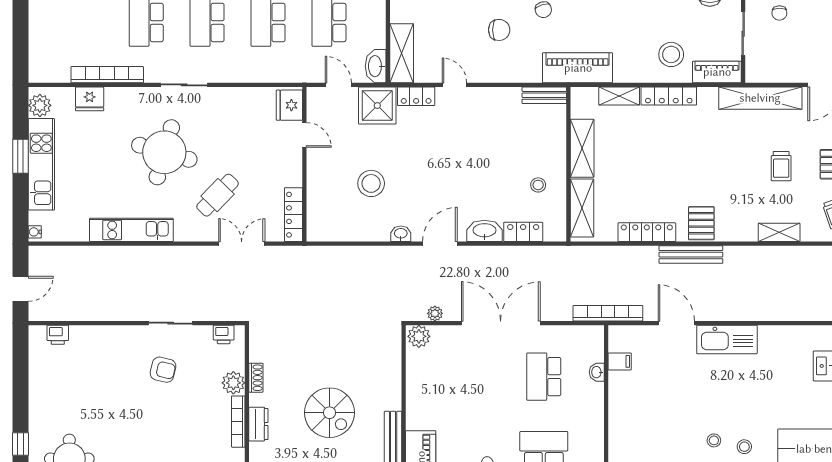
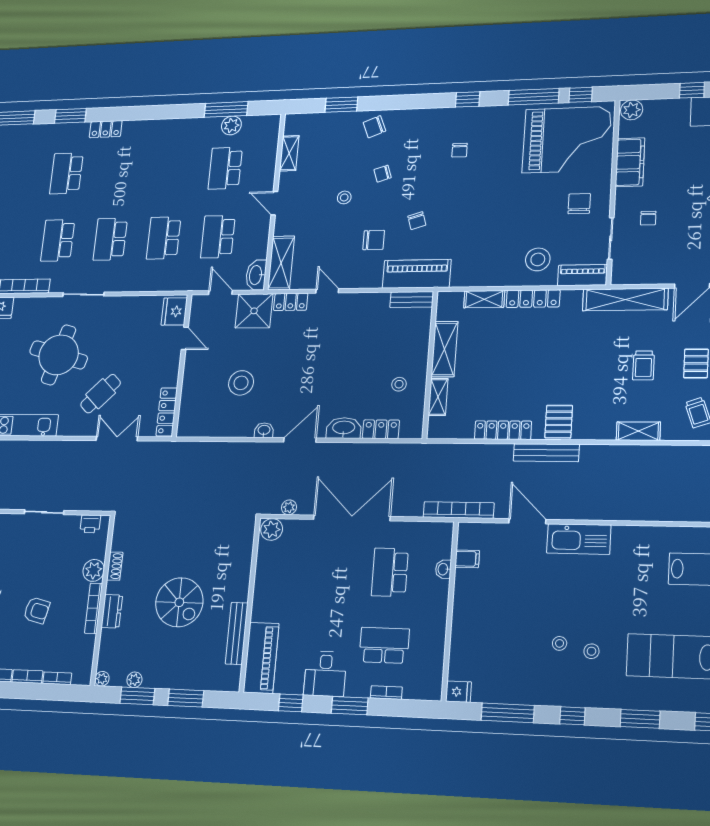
piano: (578, 68) -> (417, 274), moved
shelving: (582, 208) -> (438, 397), width x0.67, depth x0.75
armchair: (163, 370) -> (37, 610), moved

